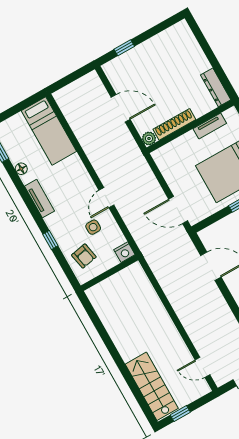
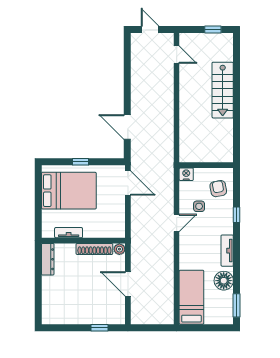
floor lamp: (21, 169) -> (224, 281), width x1.89, depth x1.89
stairs: (152, 386) -> (223, 90), moved

